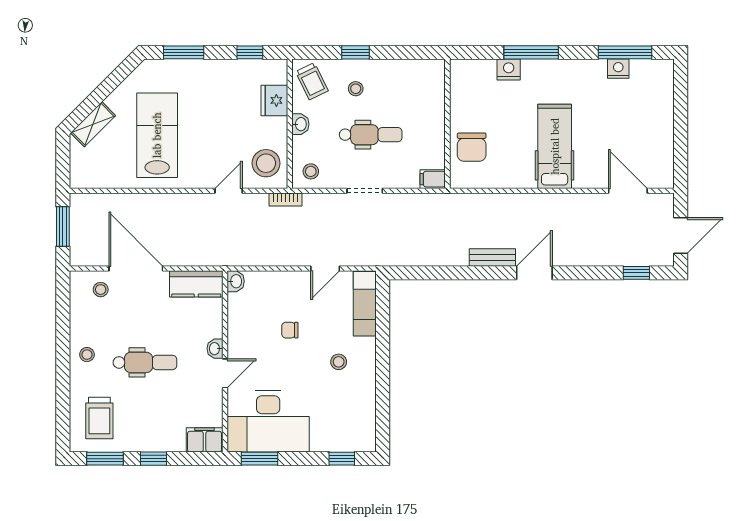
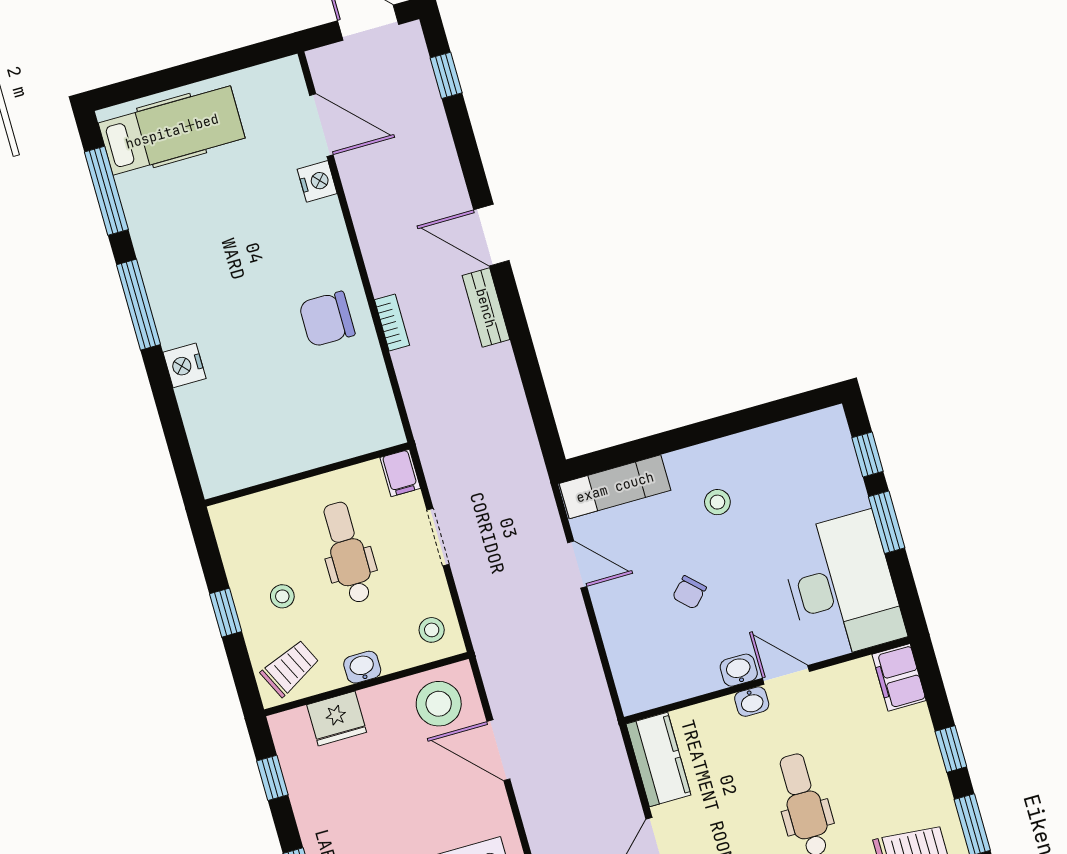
window: (531, 52) -> (139, 305), moved
nightstand: (618, 69) -> (317, 181), moved, turned 180
wall: (447, 124) -> (307, 474), moved
hospital bed: (555, 146) -> (172, 131), moved, turned 180
chair: (472, 147) -> (327, 319), moved, turned 180
filing cabinet: (433, 179) -> (400, 473), moved
door: (229, 191) -> (498, 750), width x1.38
door: (628, 191) -> (321, 125), swing flipped
bookcase: (285, 199) -> (392, 323), moved
washbasin: (236, 281) -> (739, 670), moved
chair: (290, 330) -> (689, 592), turned 44
window: (259, 459) -> (887, 522), moved

